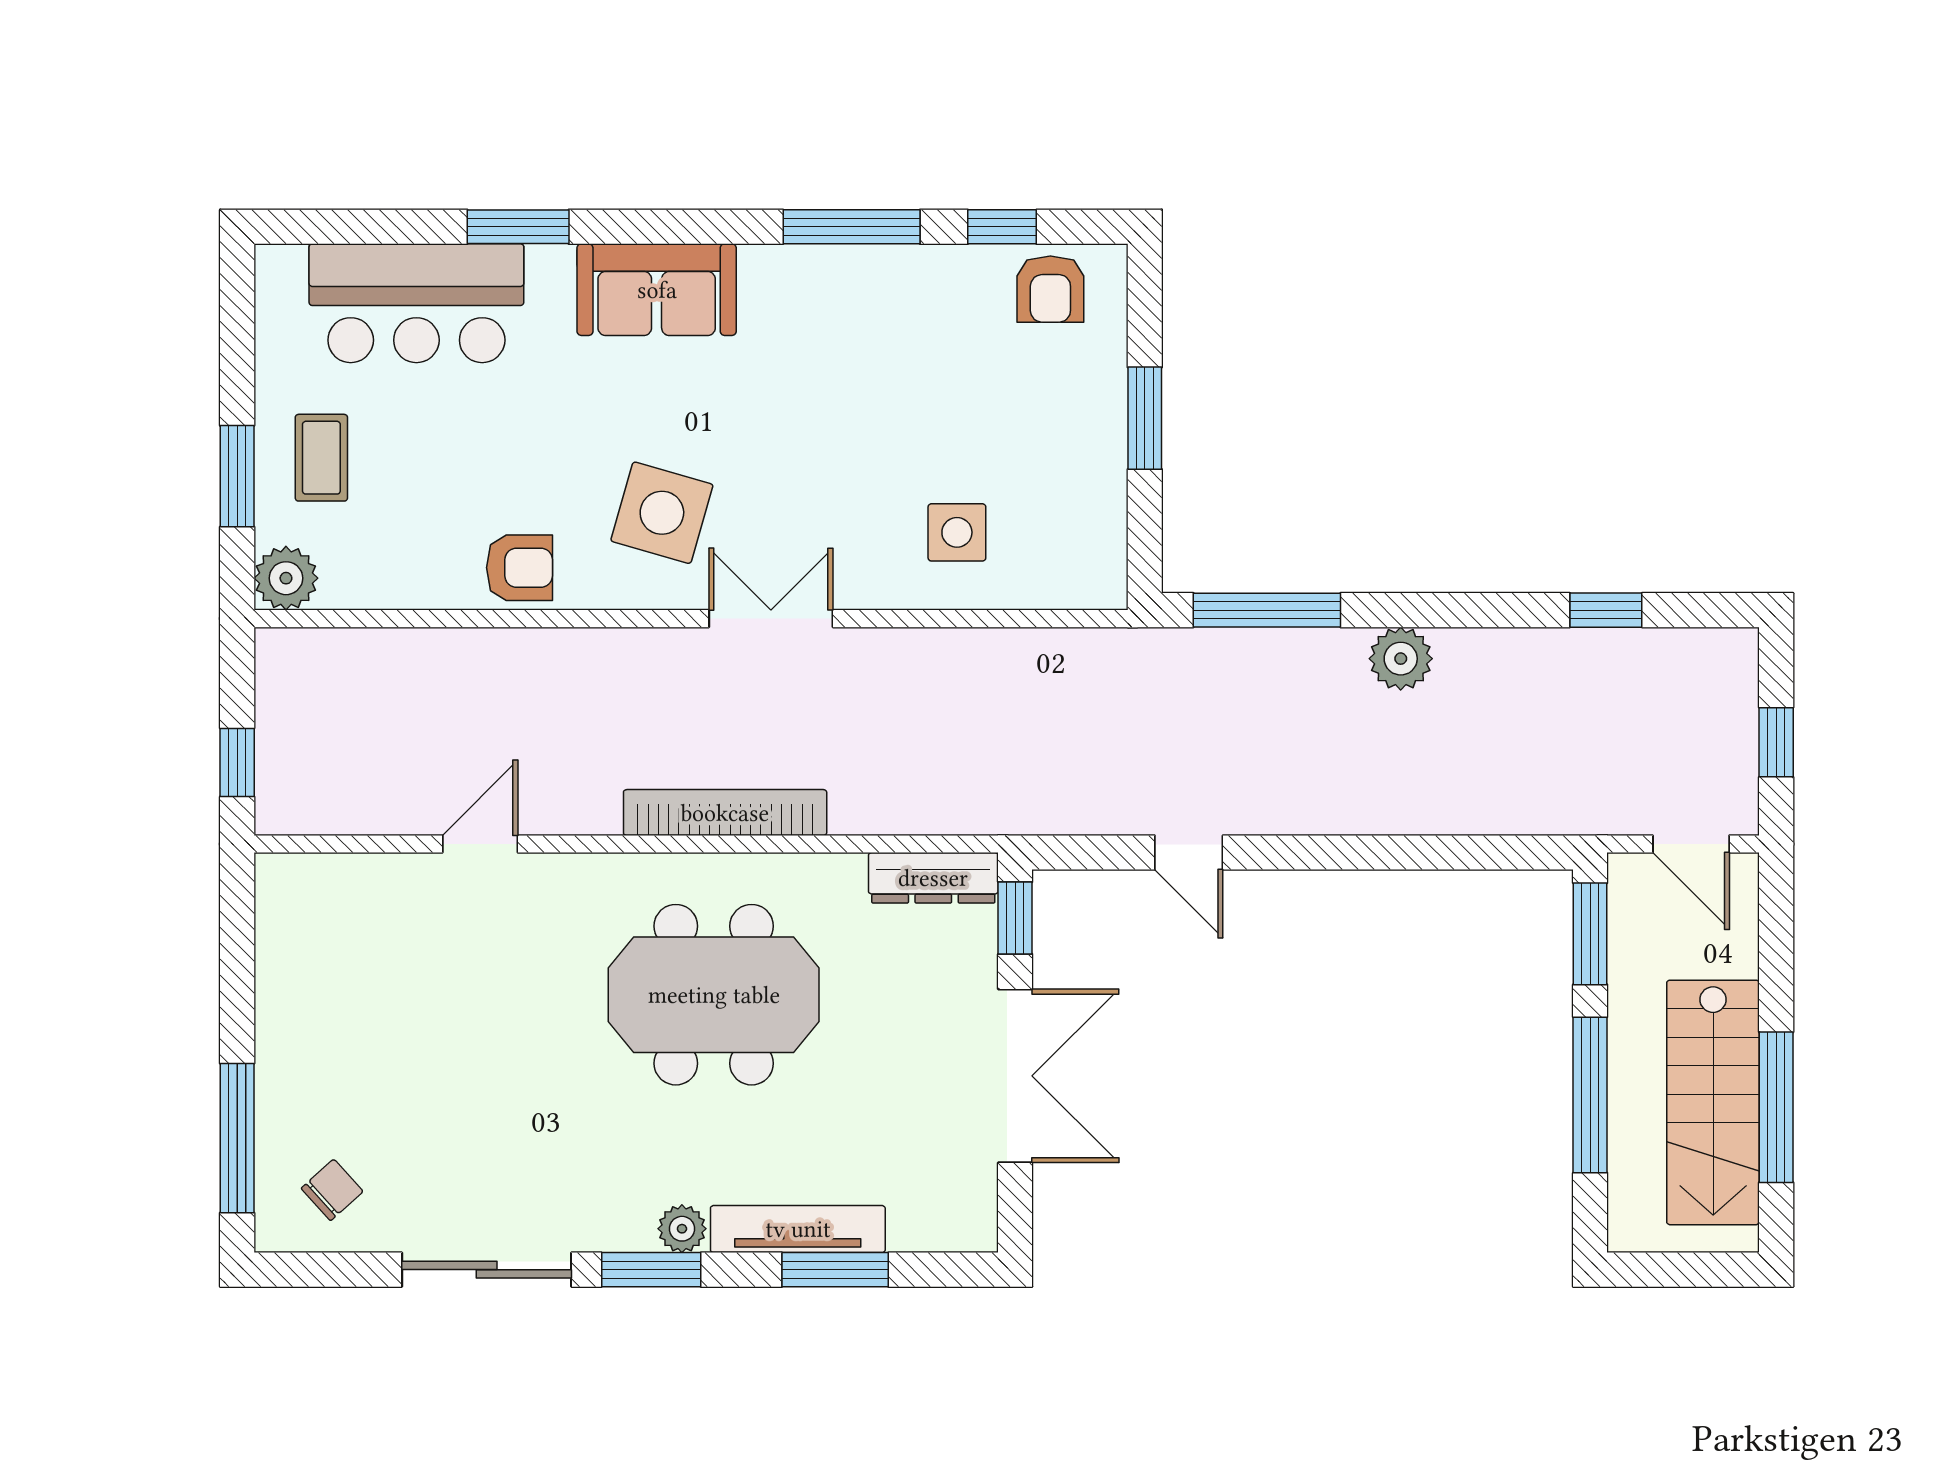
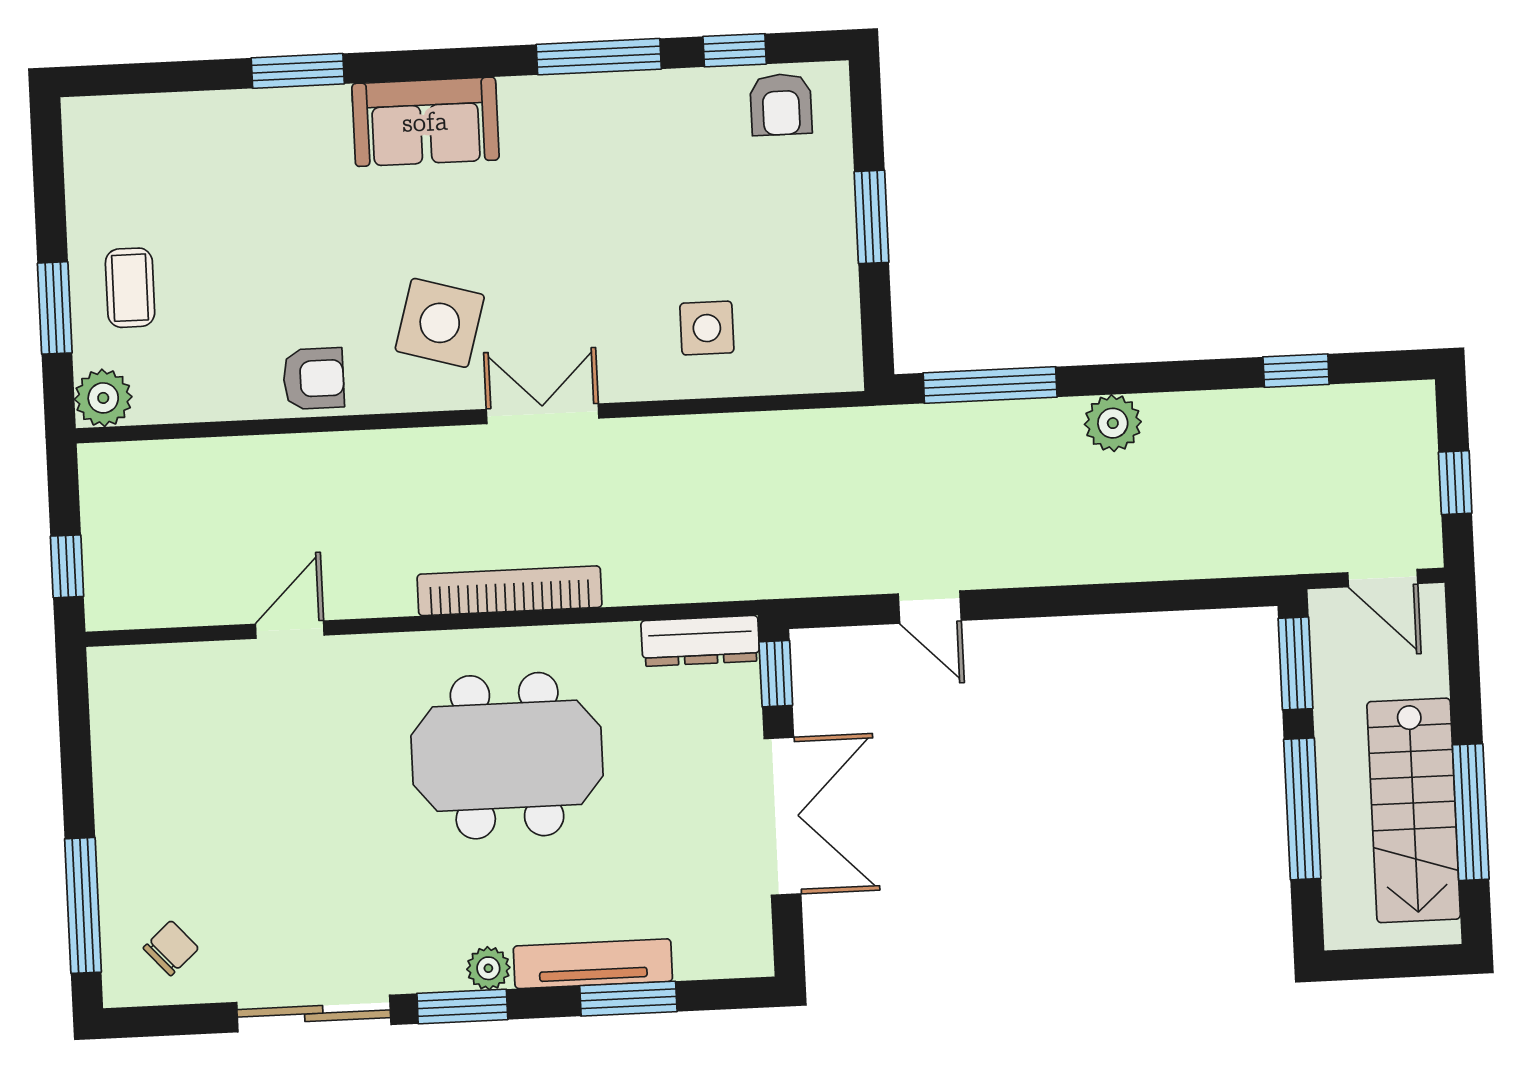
bar counter: (416, 303) -> (209, 144), removed

